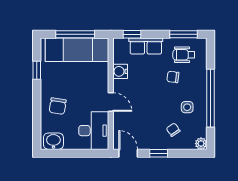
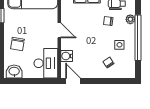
water cooler: (120, 71) -> (67, 56), moved
door: (111, 102) -> (59, 30), moved
plant: (201, 144) -> (130, 19), moved
window: (159, 153) -> (97, 81), removed

